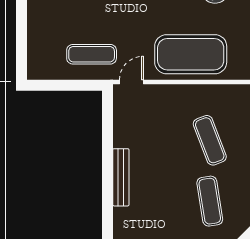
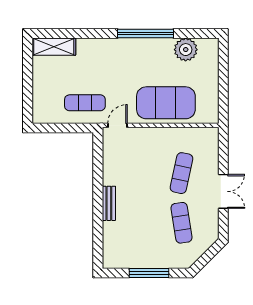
exercise mat: (210, 140) -> (181, 173), turned 33
bench: (121, 177) -> (109, 203), width x0.73

